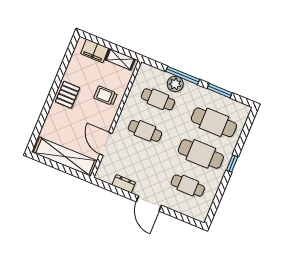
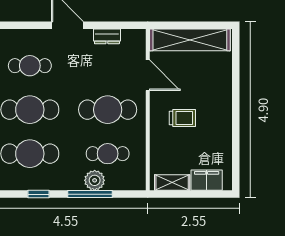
window: (220, 91) -> (39, 194), width x0.67
pallet: (68, 95) -> (217, 115), removed
trolley: (106, 96) -> (182, 118), moved
cafe table: (145, 131) -> (108, 110), width x1.37, depth x1.35

